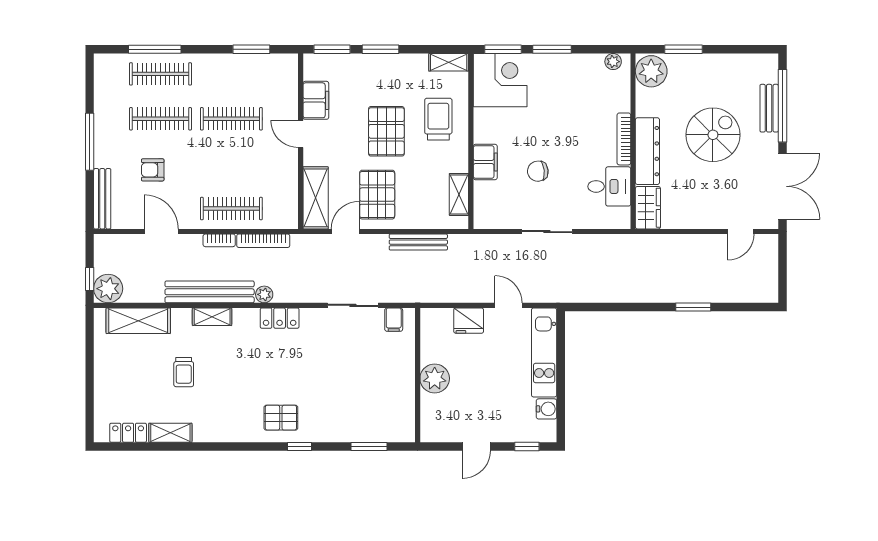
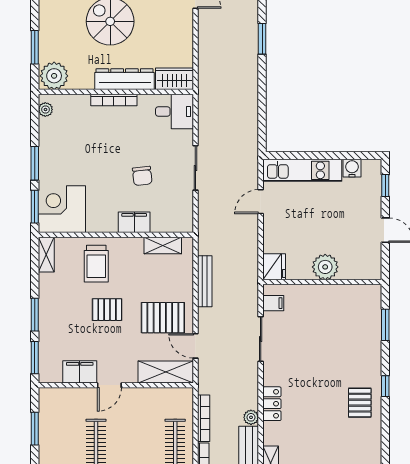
trolley: (438, 119) -> (96, 264), turned -90
pallet: (386, 131) -> (107, 310), width x0.67, depth x0.71
desk: (609, 186) -> (174, 111), moved, turned 90
fridge: (469, 321) -> (274, 267), moved

